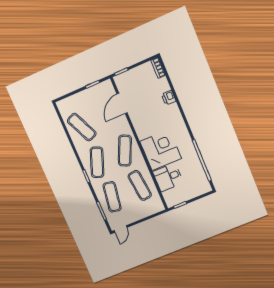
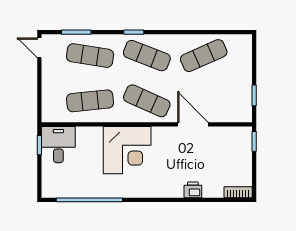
door: (122, 103) -> (193, 124), moved
desk: (168, 177) -> (58, 145), moved

